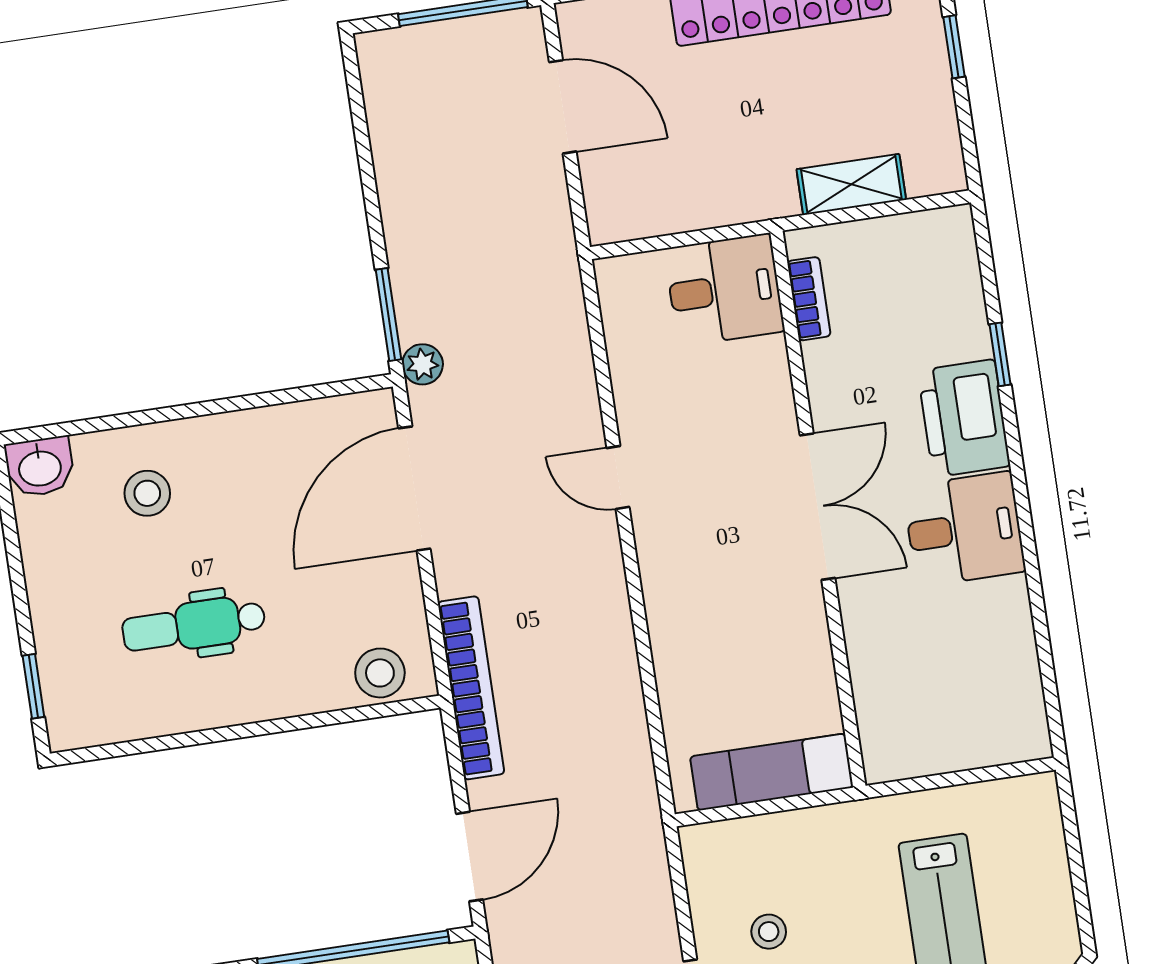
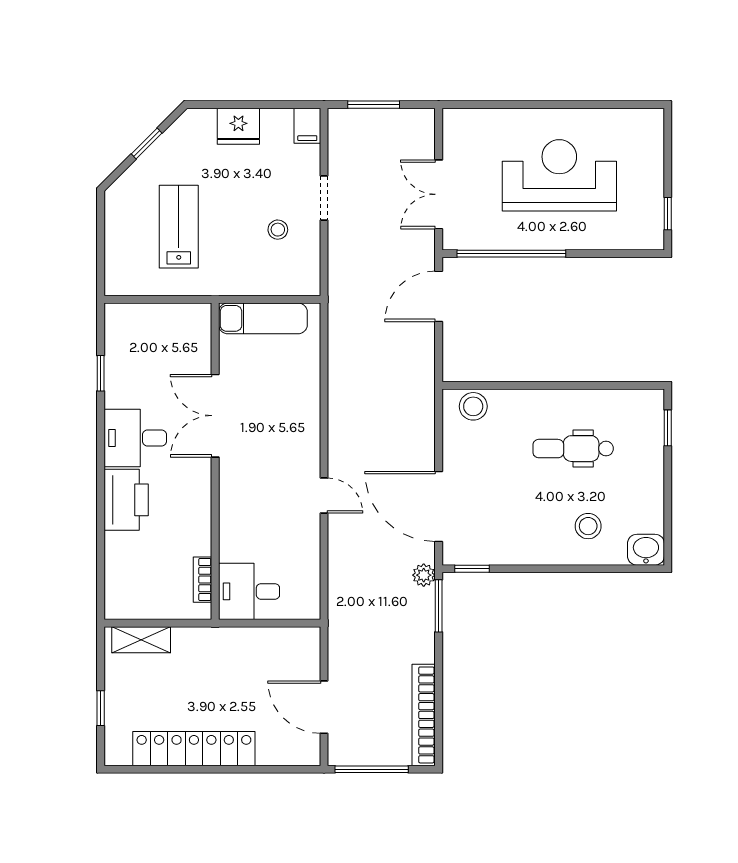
shelving: (851, 184) -> (141, 640), moved
window: (1000, 354) -> (101, 373), moved
window: (340, 388) -> (472, 569), added
door: (414, 488) -> (439, 507), swing flipped
double door: (817, 507) -> (215, 416), moved
dental chair: (194, 625) -> (573, 449), turned 180
bookcase: (471, 688) -> (424, 715), moved

